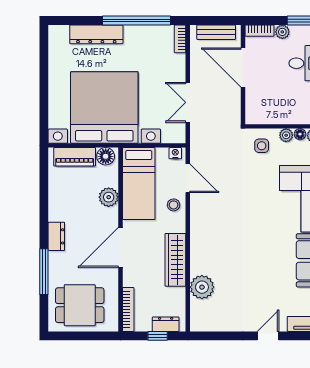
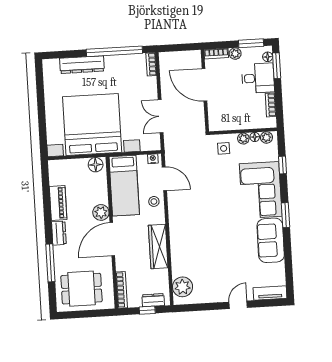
bench: (216, 32) -> (181, 57), removed
piano: (75, 157) -> (58, 203), moved, turned -90
plant: (109, 197) -> (101, 212), moved
plant: (202, 287) -> (183, 287), moved

